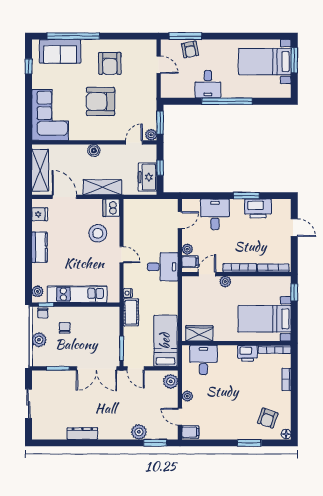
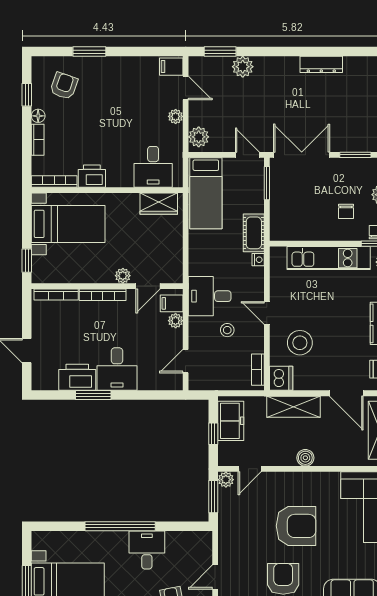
door: (159, 65) -> (215, 577), hinge flipped
bookcase: (128, 214) -> (258, 370), added
desk: (215, 214) -> (117, 369), moved
stool: (150, 242) -> (227, 330), added
window: (294, 412) -> (27, 95), added
floor lamp: (286, 434) -> (38, 116), moved

